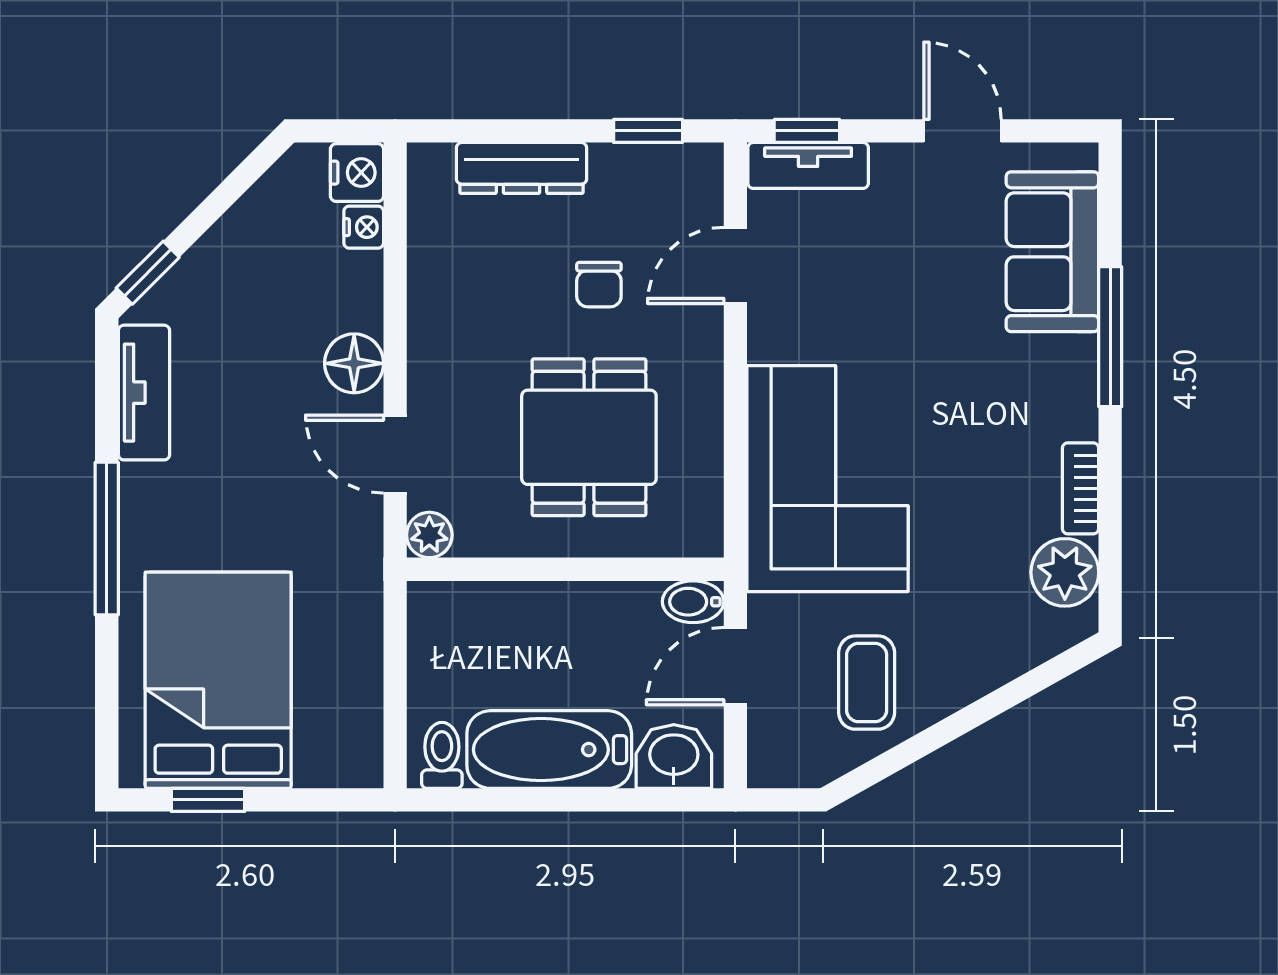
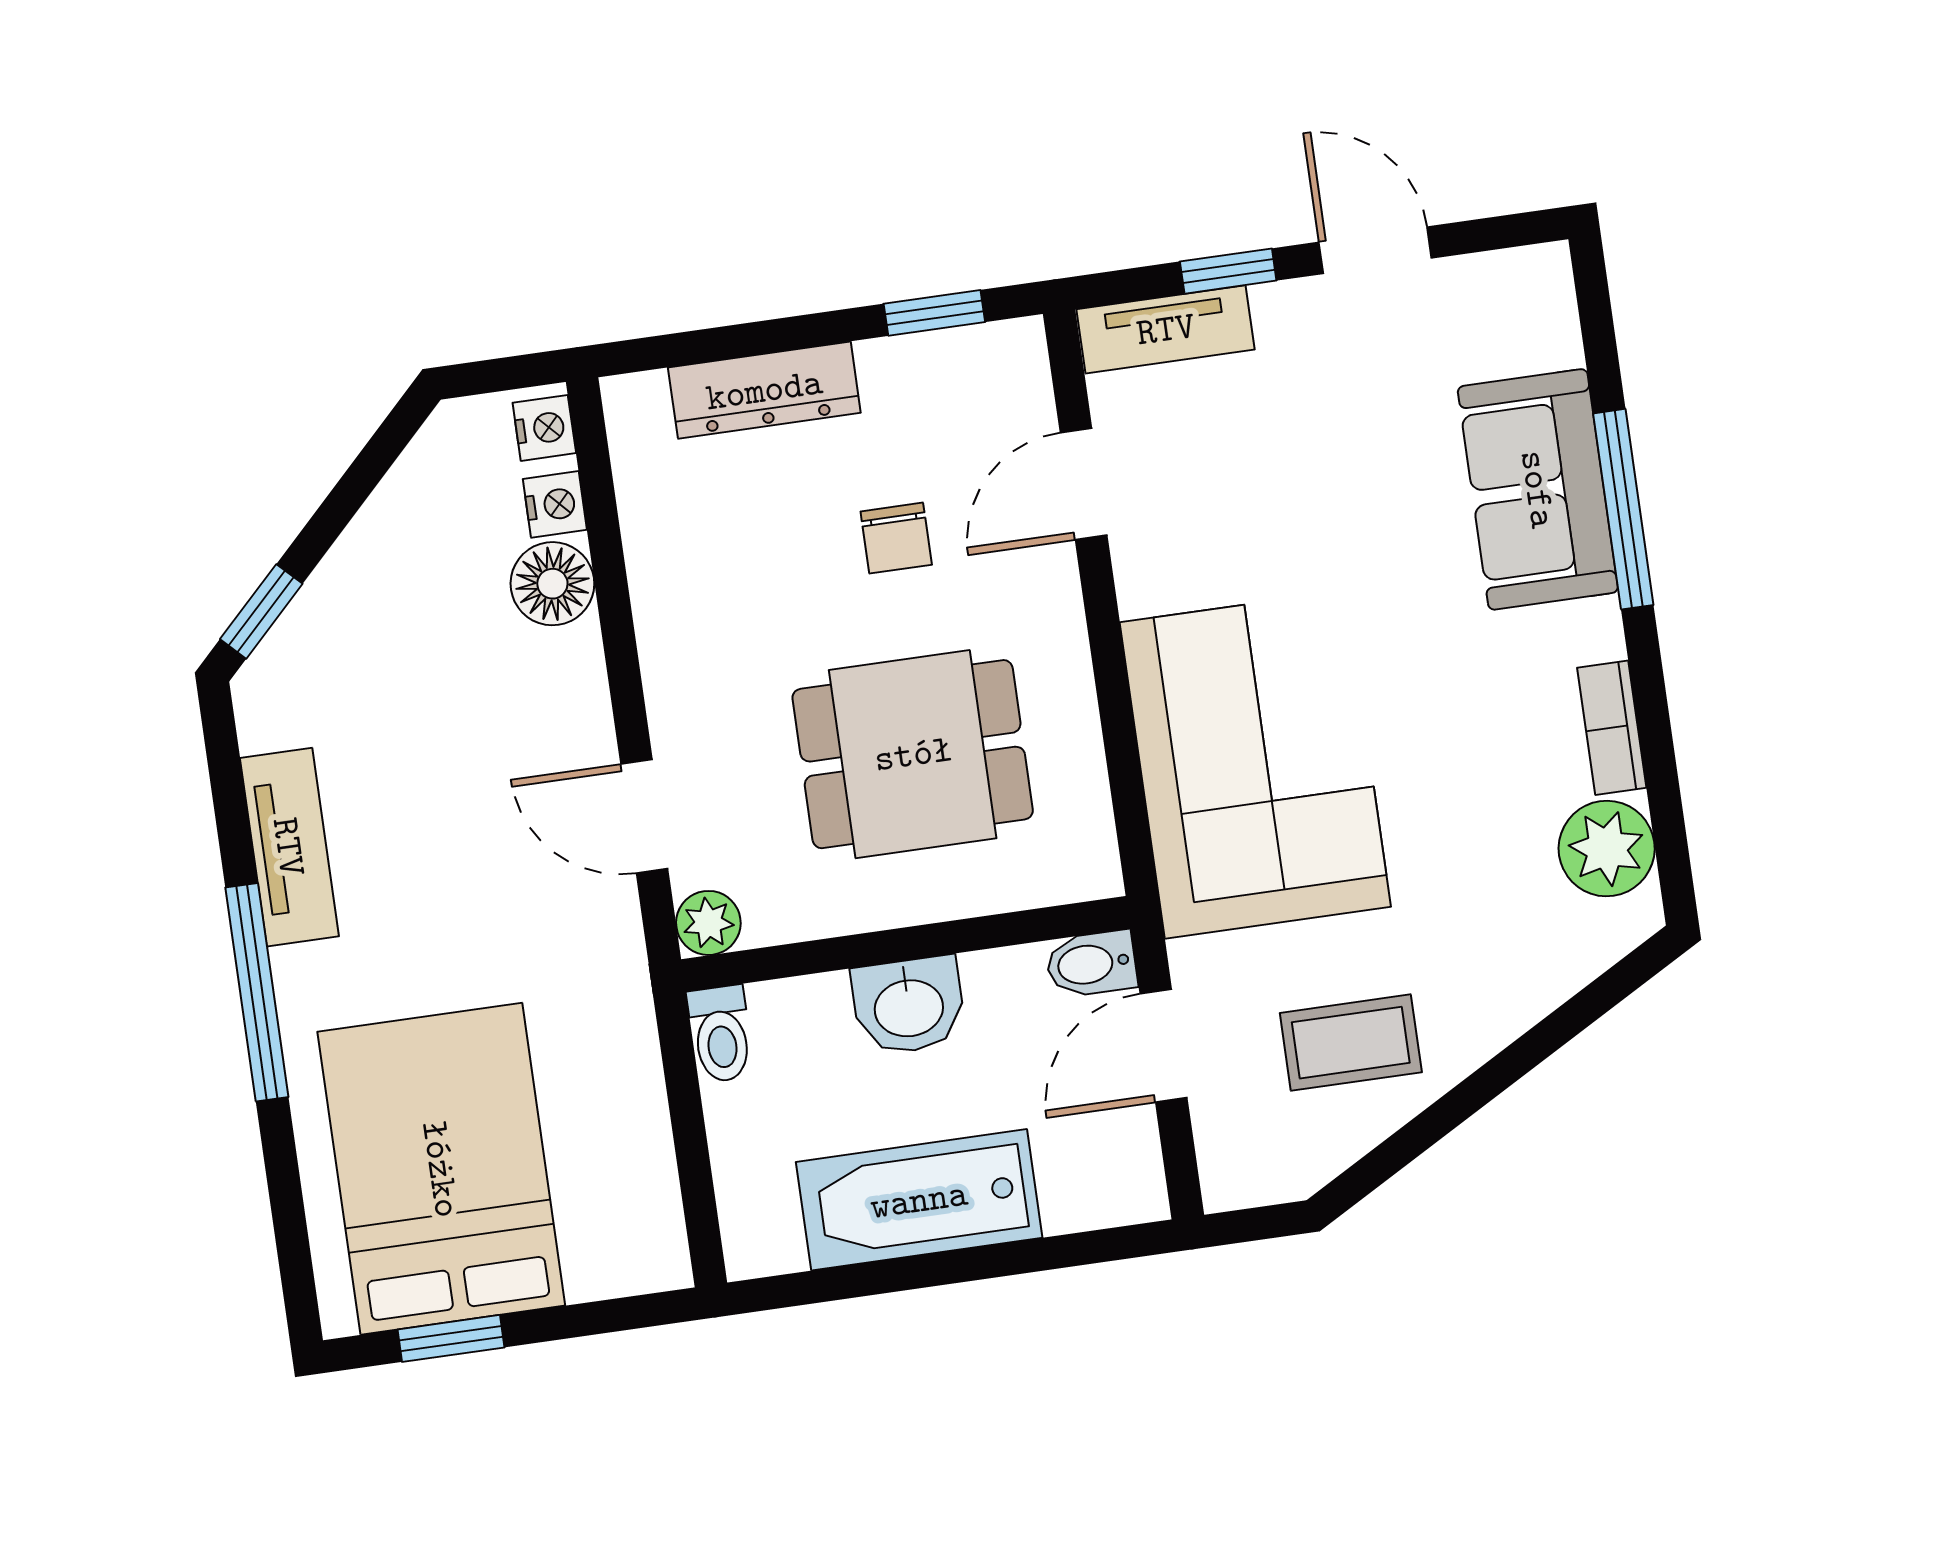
window: (807, 131) -> (1228, 271), moved
nightstand: (357, 173) -> (544, 428), width x0.72, depth x0.74
sofa: (1052, 252) -> (1538, 489), moved
floor lamp: (354, 363) -> (552, 584), moved
tv unit: (144, 393) -> (289, 847), moved
dining table: (589, 437) -> (913, 754), turned 90
coffee table: (867, 683) -> (1351, 1043), turned 90
toilet: (442, 755) -> (721, 1034), moved, turned 180
washbasin: (674, 756) -> (908, 1006), moved, turned 180

